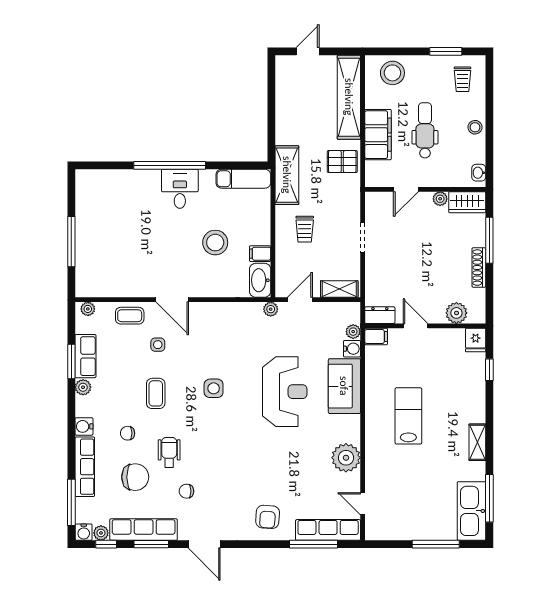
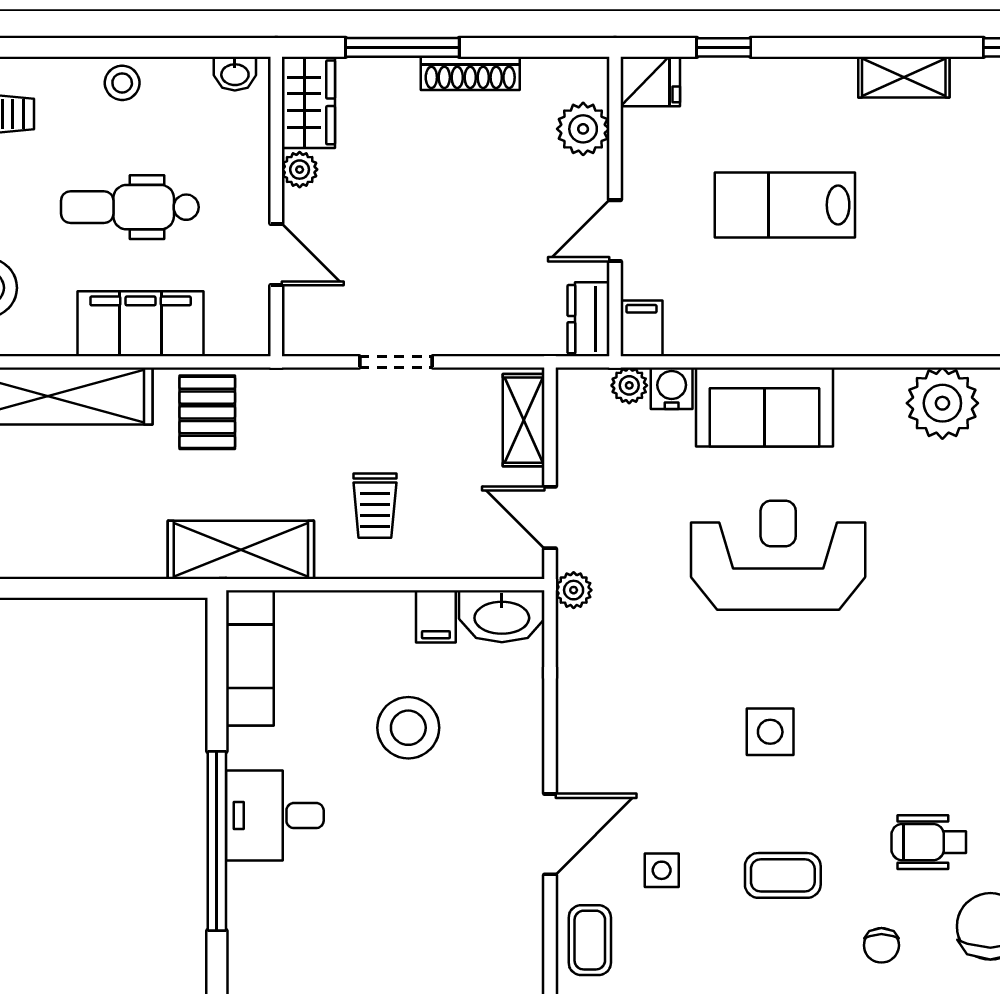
trolley: (305, 229) -> (375, 506), turned 90
lab bench: (408, 416) -> (785, 205), moved

